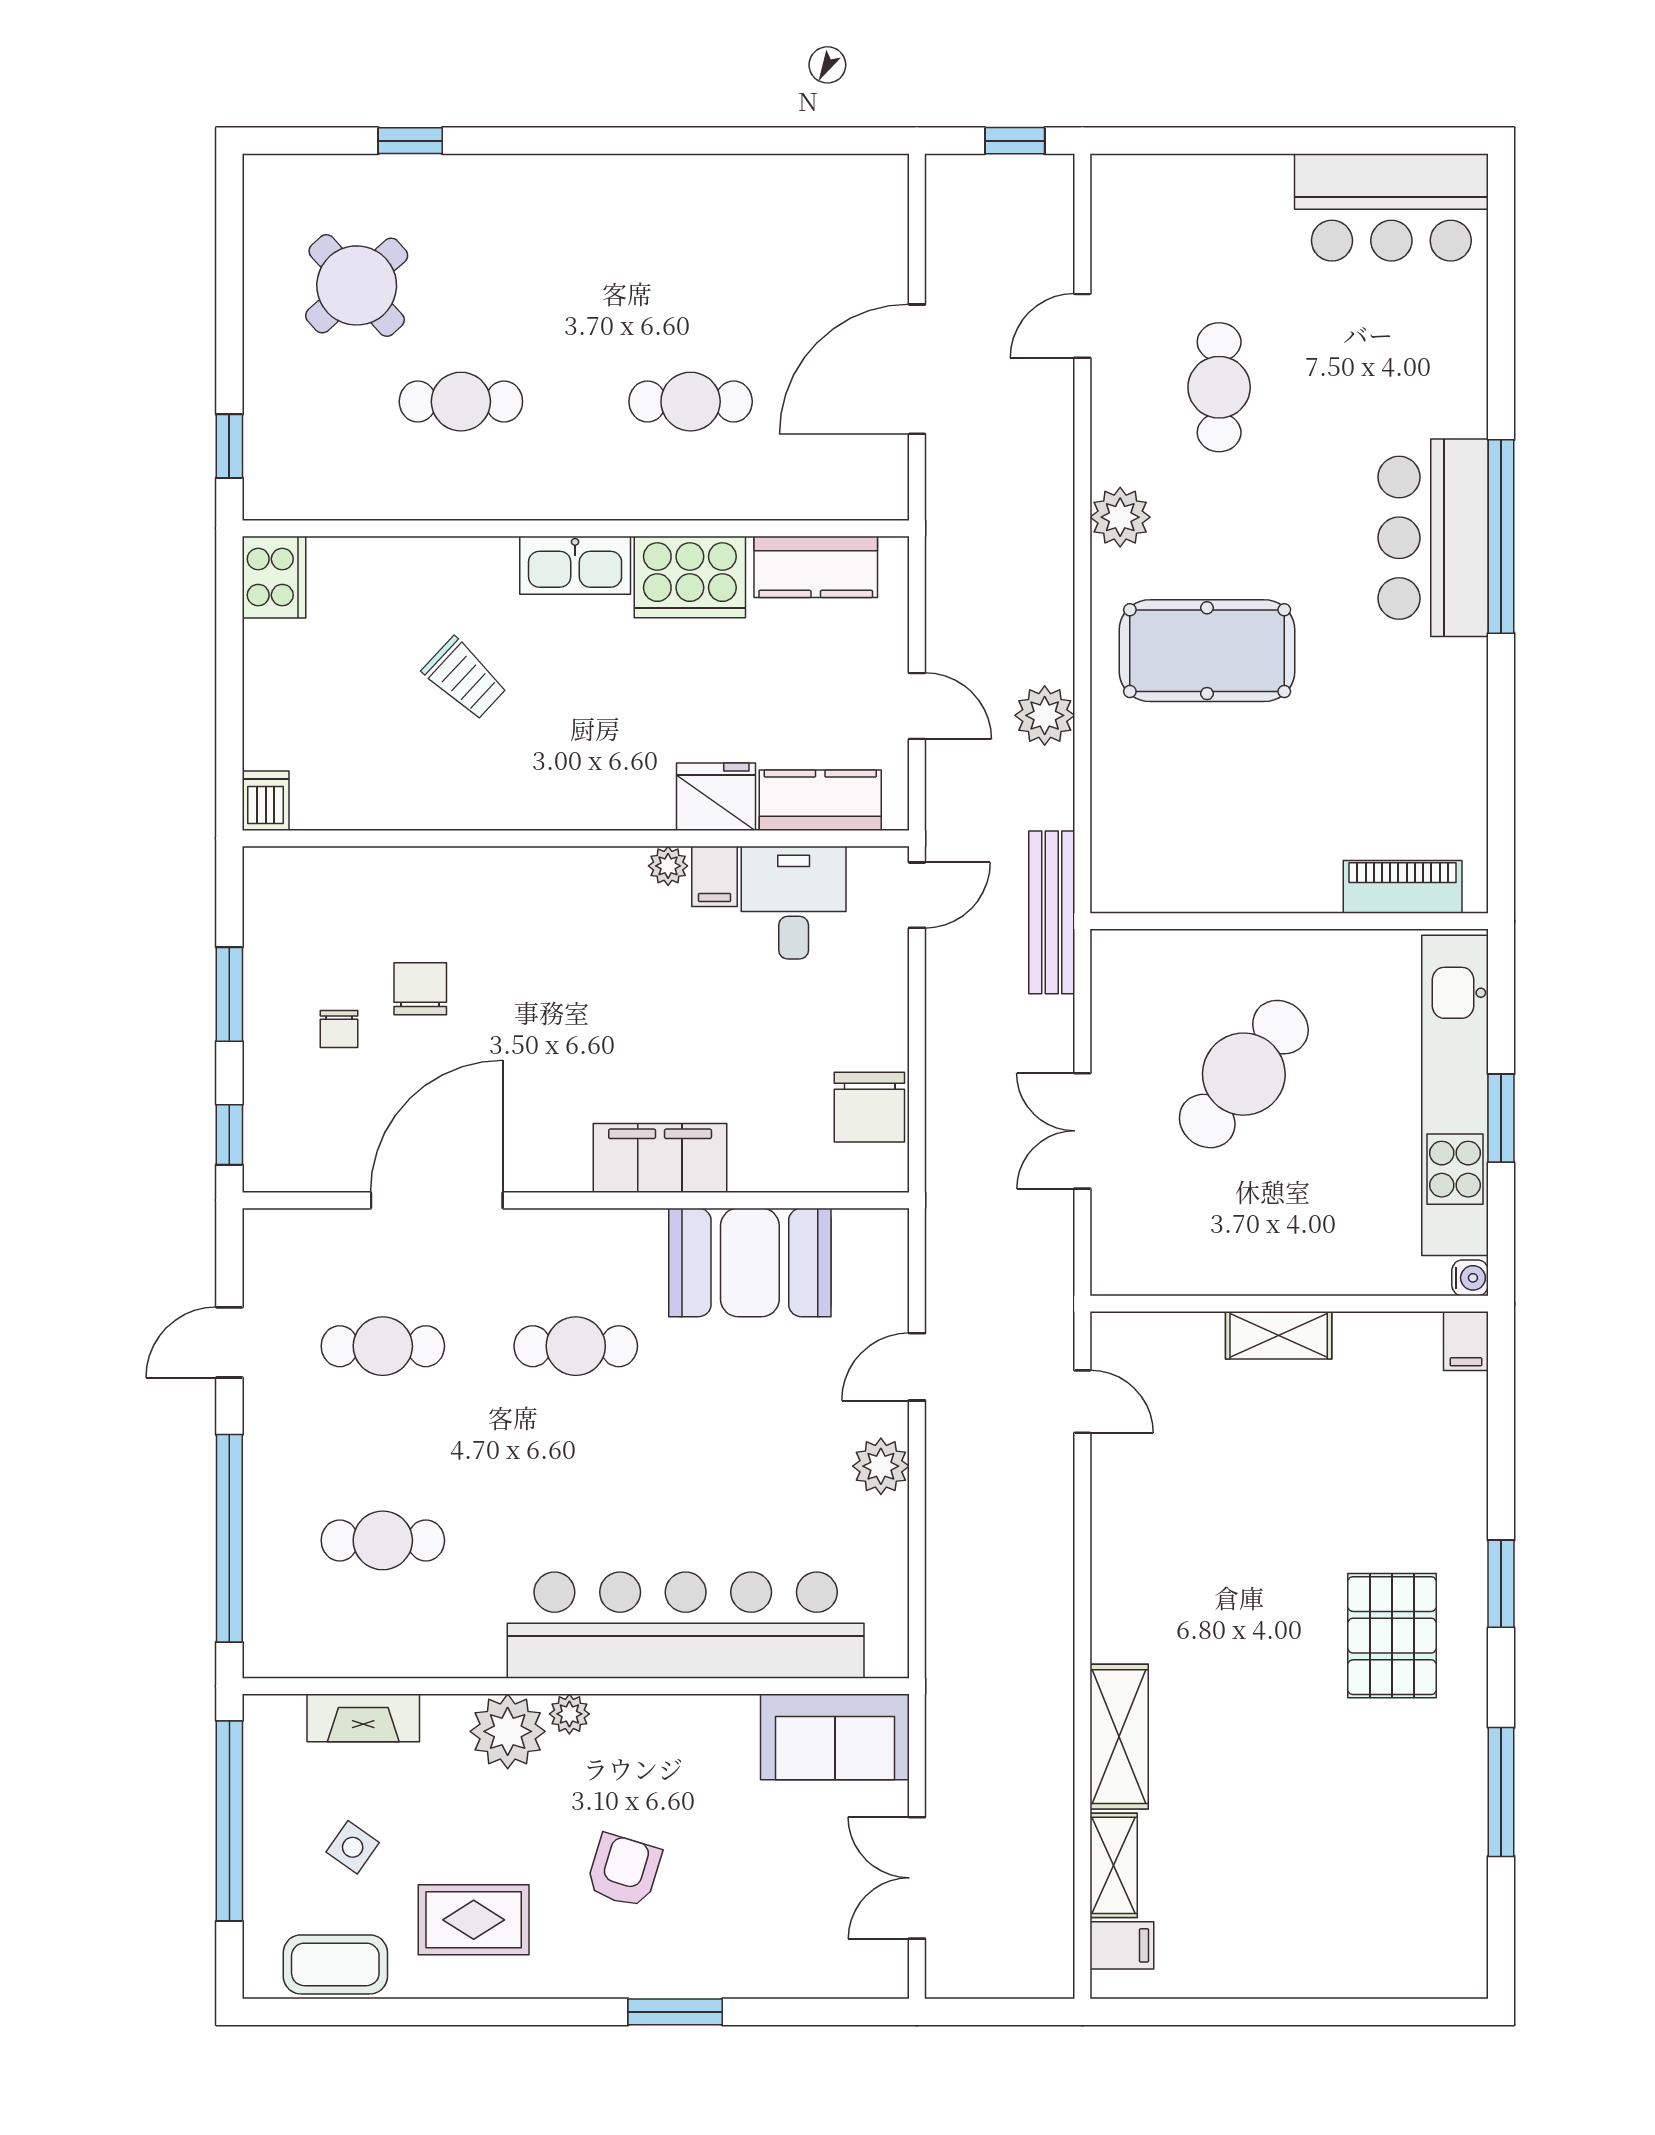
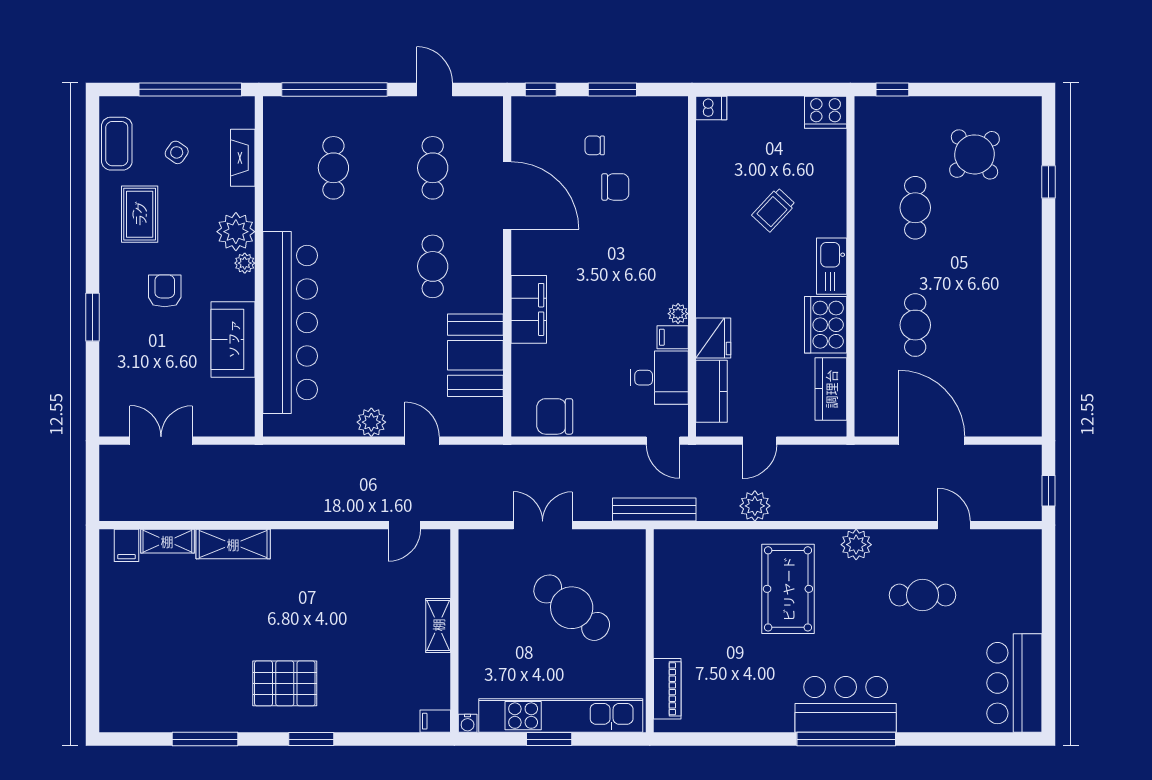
sofa: (835, 1737) -> (233, 339), moved
armchair: (624, 1871) -> (165, 291), turned -107

